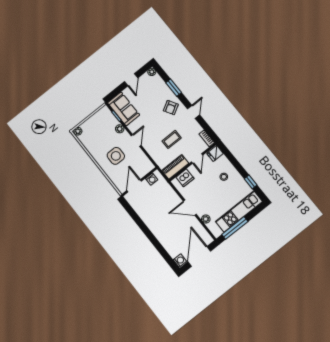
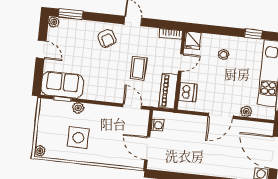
window: (174, 88) -> (71, 14), moved
door: (136, 140) -> (132, 106), moved
side table: (116, 156) -> (78, 138), moved
door: (197, 158) -> (181, 62), hinge flipped

